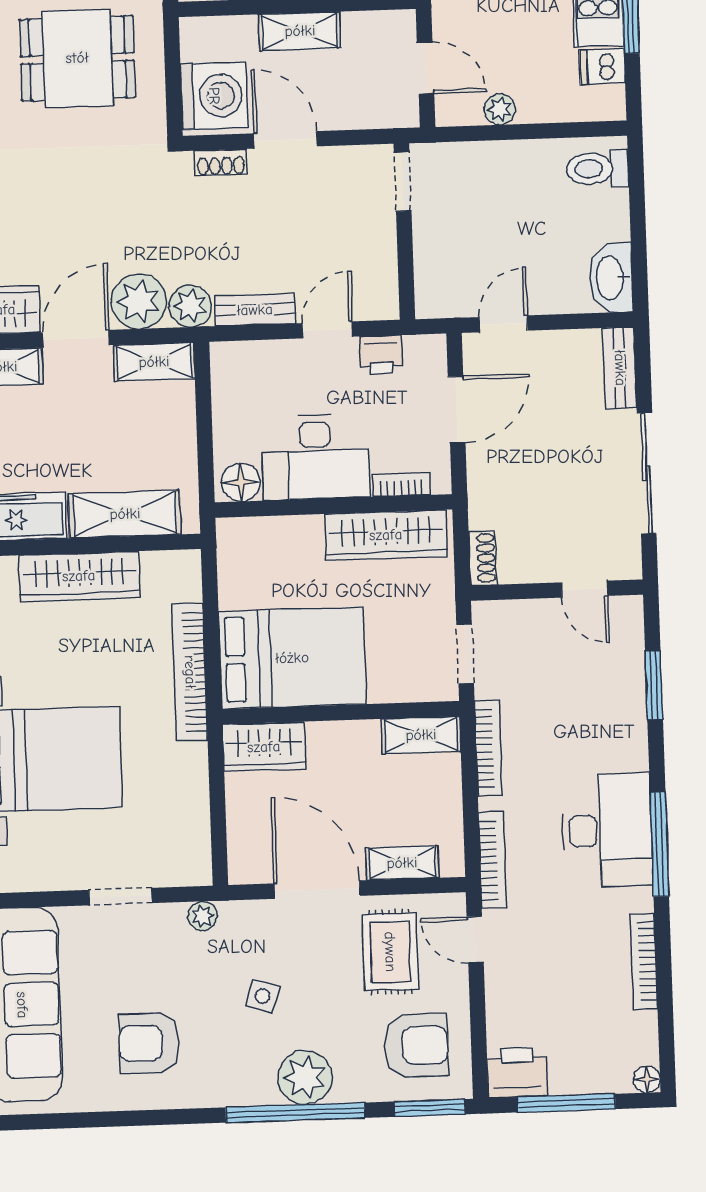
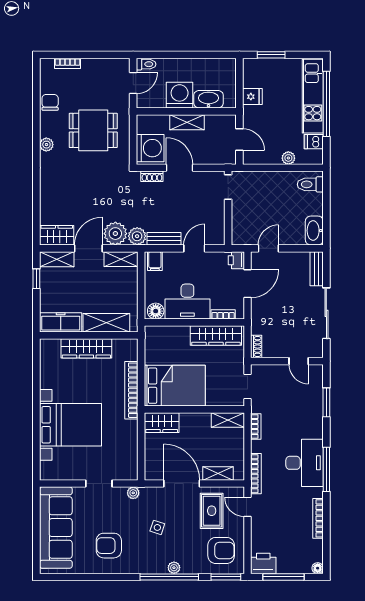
plant: (500, 109) -> (288, 158), moved
printer: (381, 355) -> (236, 260), moved, turned 90
filing cabinet: (235, 364) -> (155, 261), added
bookcase: (488, 748) -> (256, 426), width x0.64
plant: (305, 1078) -> (174, 568), width x0.53, depth x0.53

